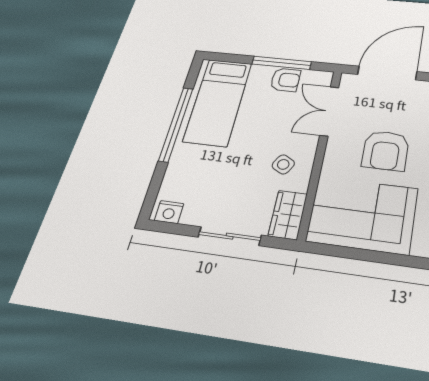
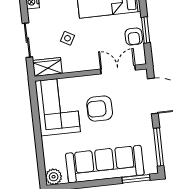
window: (282, 63) -> (146, 30), width x0.69
side table: (283, 164) -> (67, 38), moved

